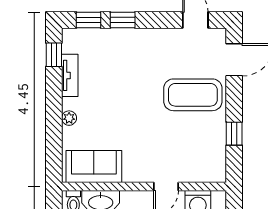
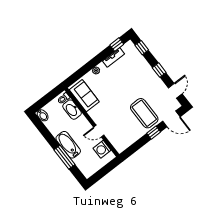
window: (123, 20) -> (159, 70), moved
window: (234, 134) -> (154, 133), moved

